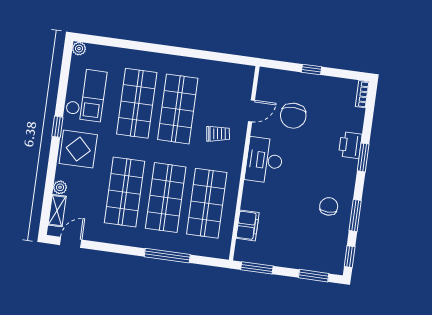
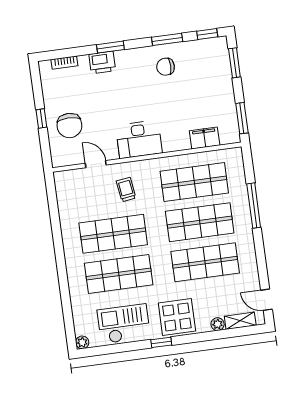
bookcase: (362, 94) -> (64, 63), moved
chair: (293, 116) -> (69, 126), moved, turned 90

